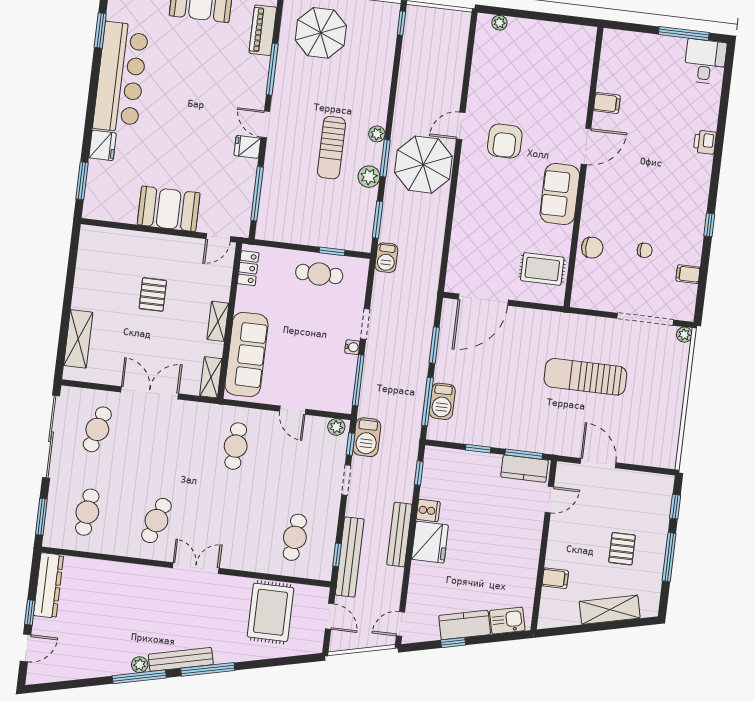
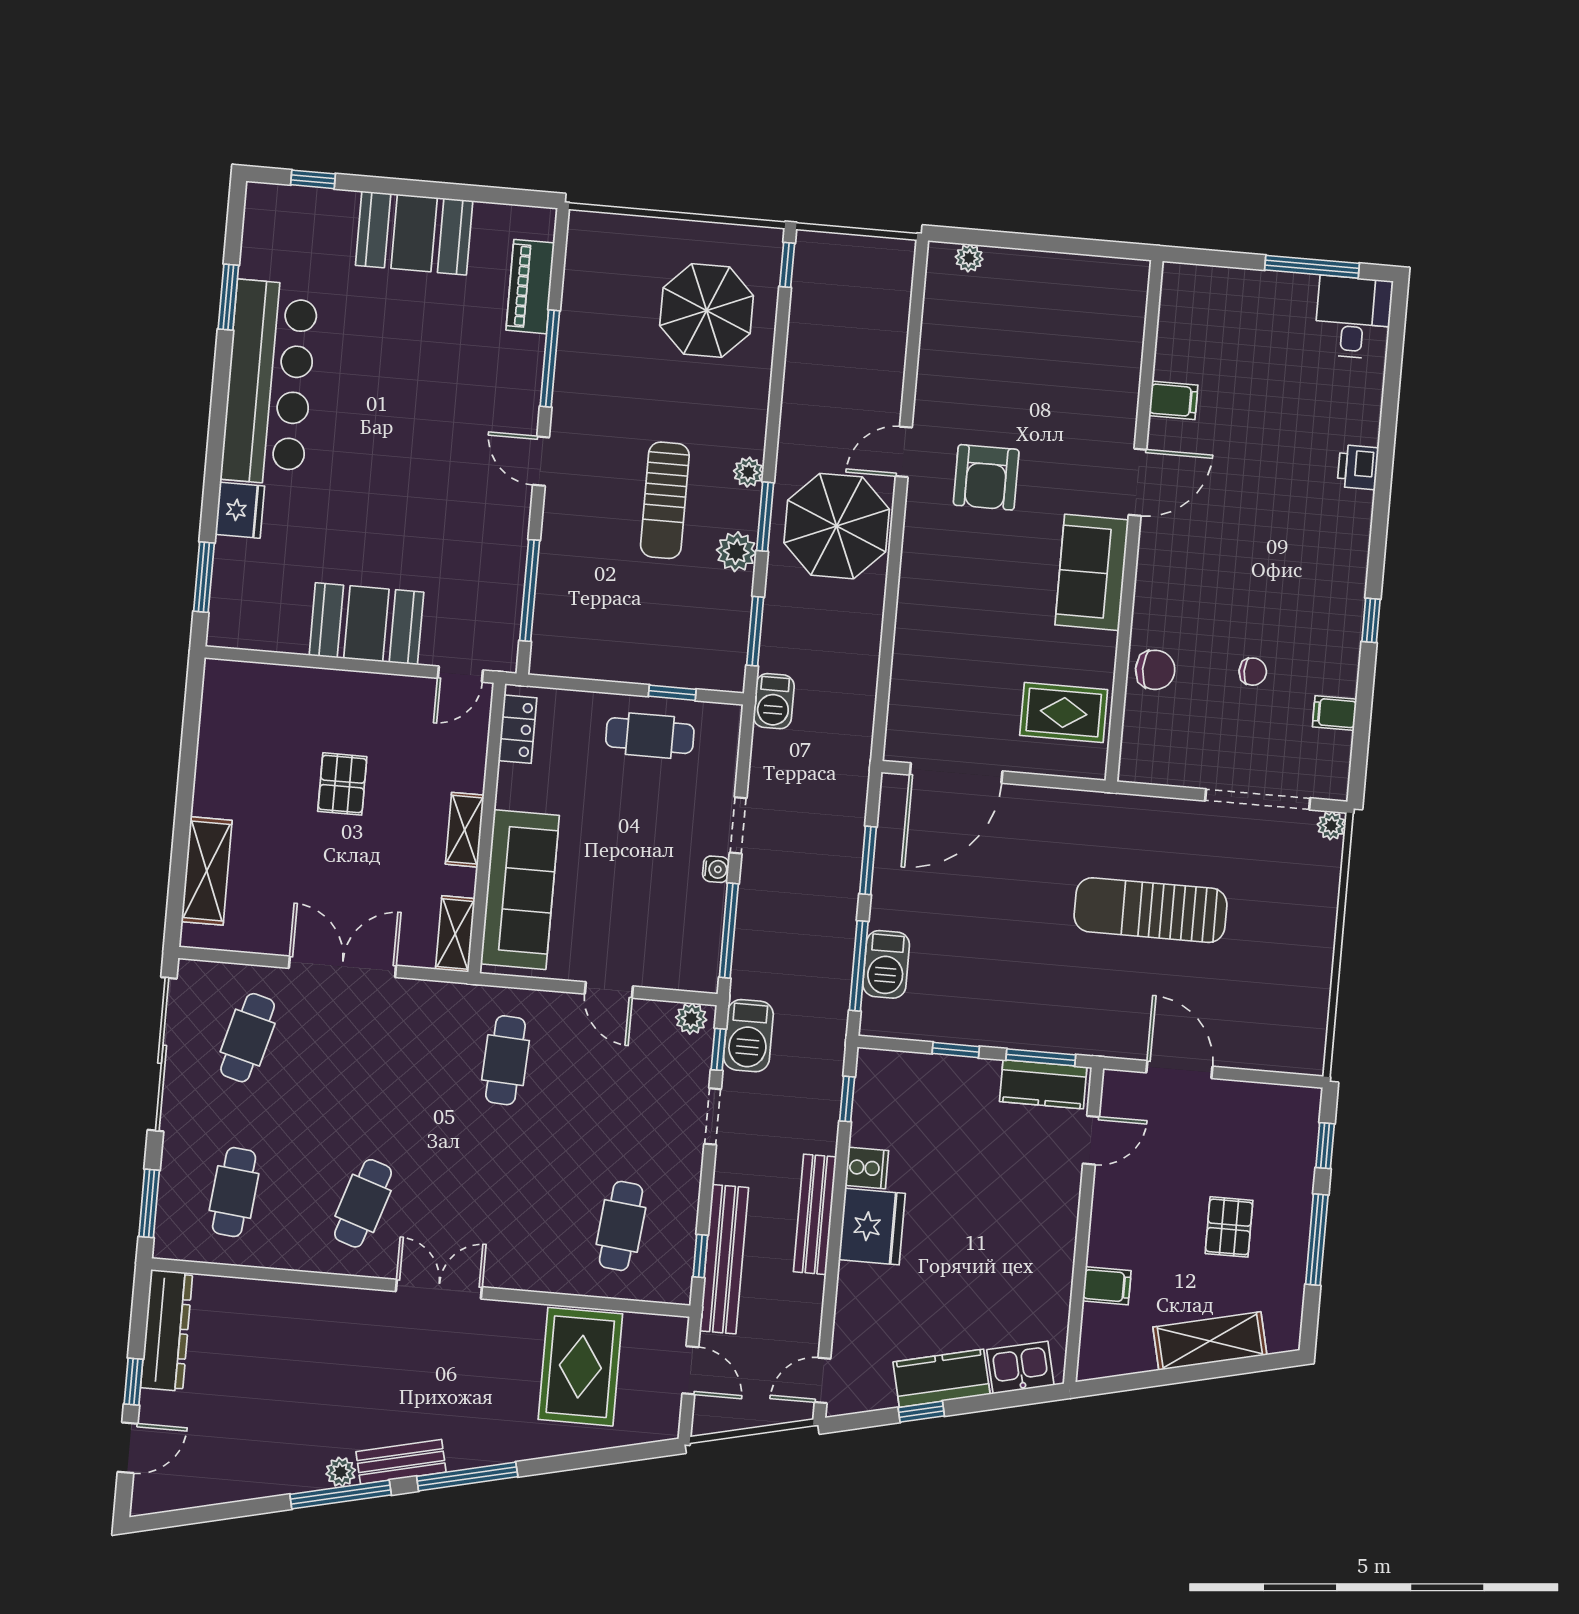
parasol: (321, 33) -> (707, 311), moved
fridge: (247, 147) -> (509, 504), removed
bench: (181, 659) -> (401, 1462), width x0.73

